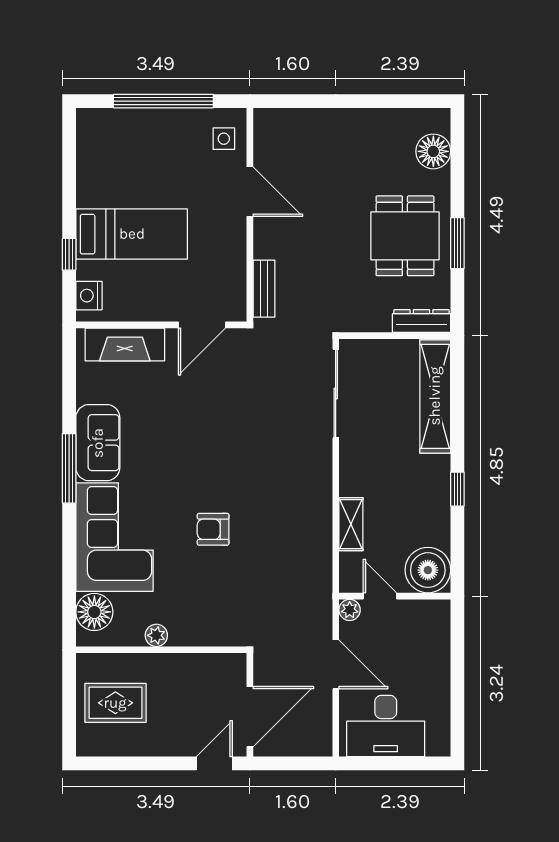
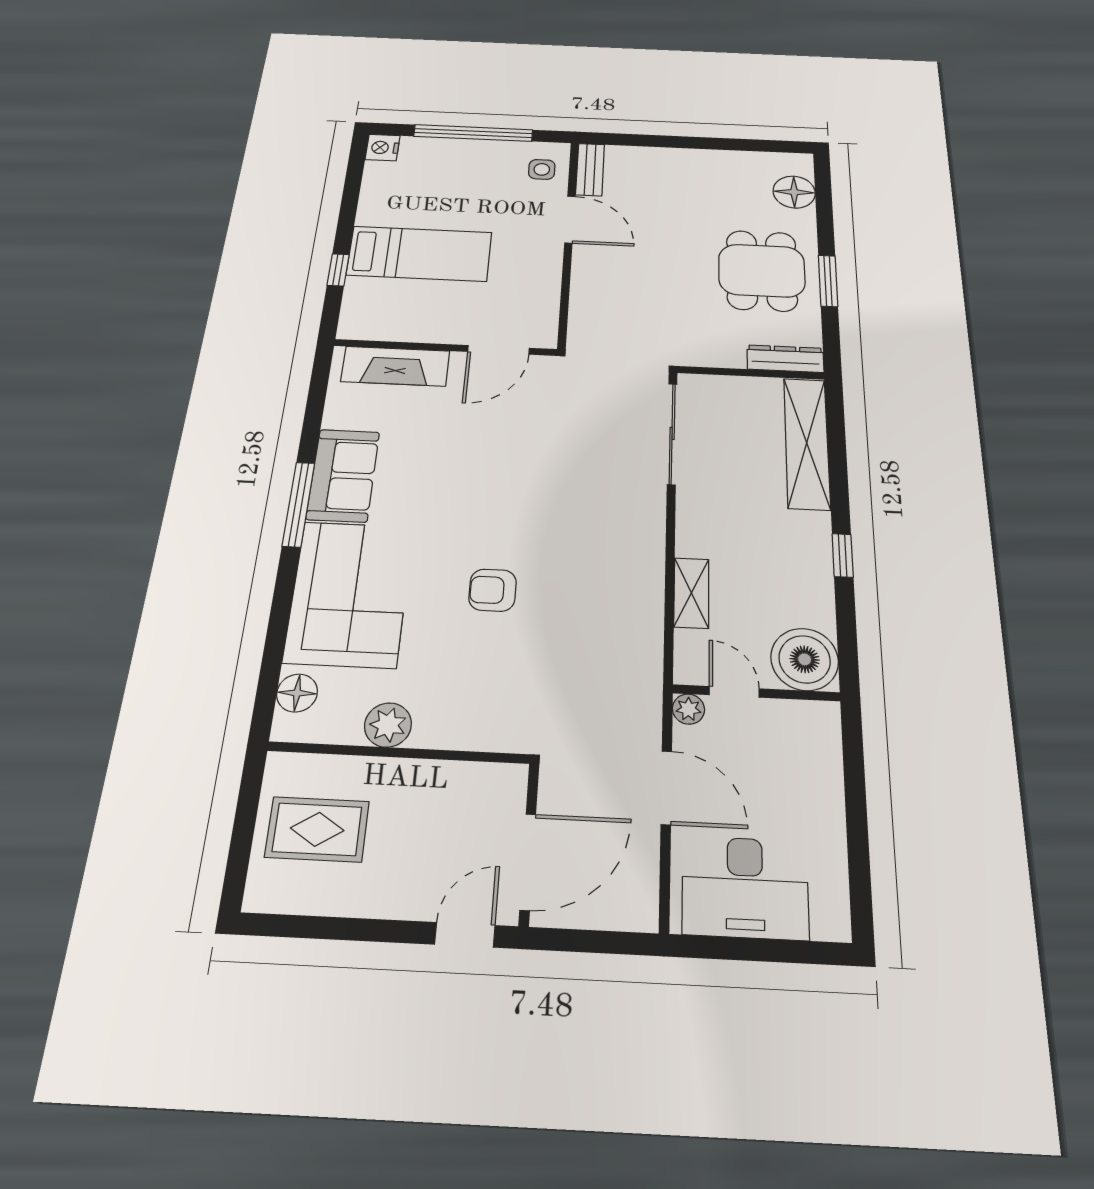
bench: (264, 289) -> (590, 169), moved
nightstand: (89, 296) -> (383, 148), moved
floor lamp: (94, 612) -> (297, 693), width x0.73, depth x0.73
plant: (156, 635) -> (388, 725), width x1.38, depth x1.38

